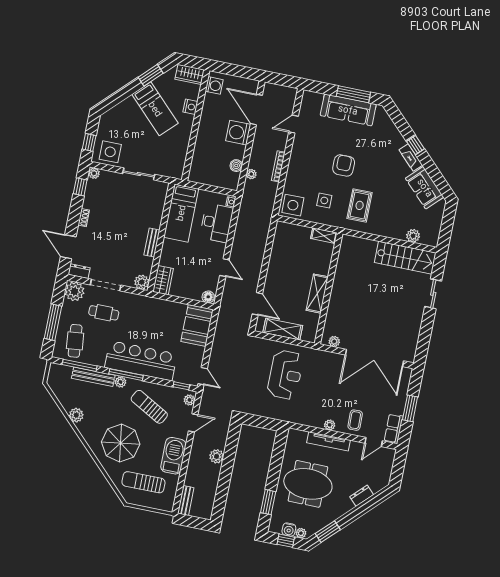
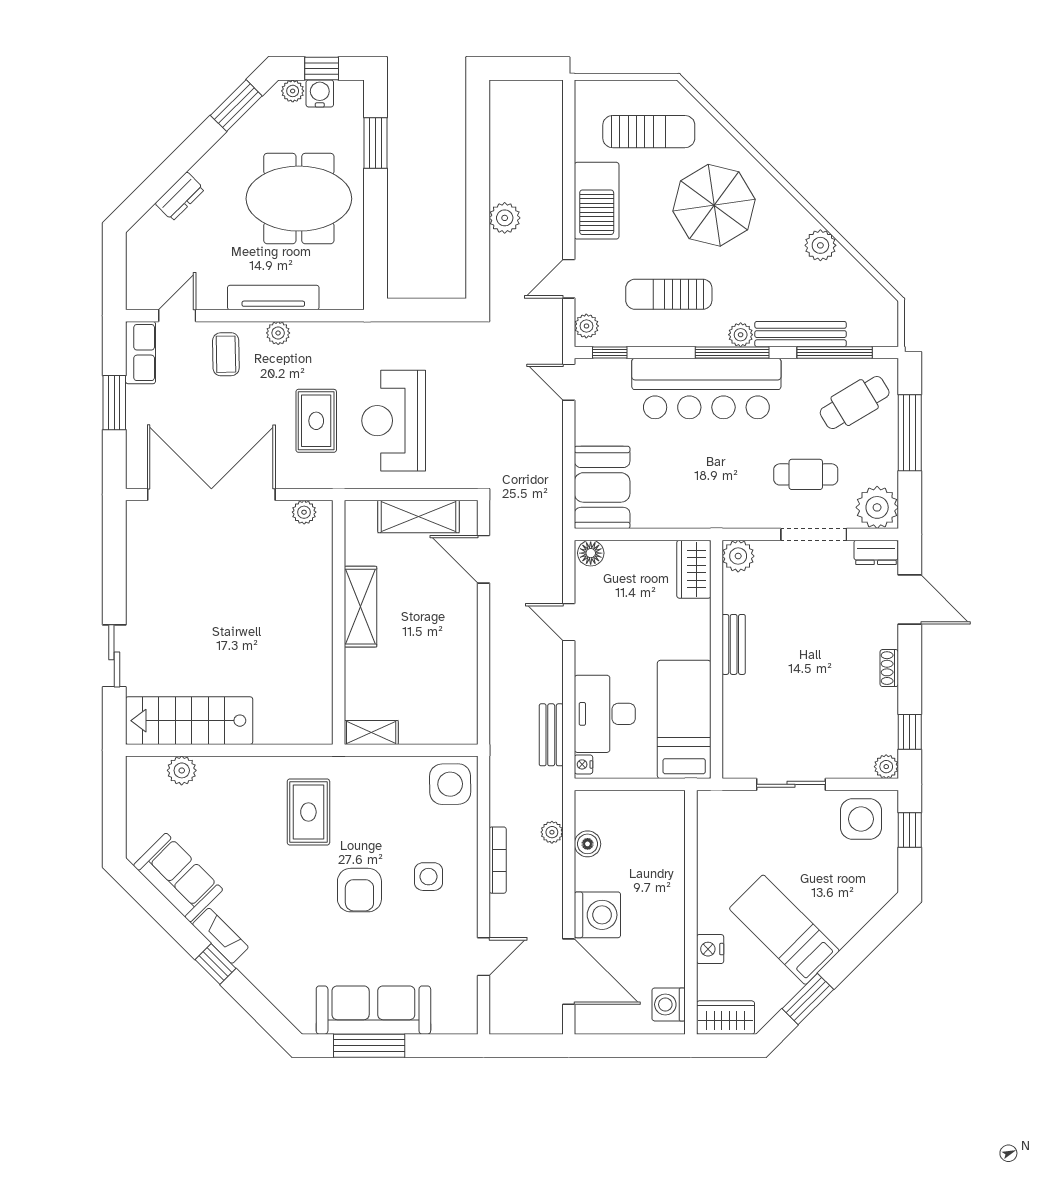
side table: (324, 200) -> (429, 877), moved
cafe table: (75, 341) -> (855, 403), turned 65
rug: (320, 382) -> (316, 421), added
sun lounger: (149, 407) -> (669, 294), turned 151
bench: (186, 501) -> (551, 735), moved

